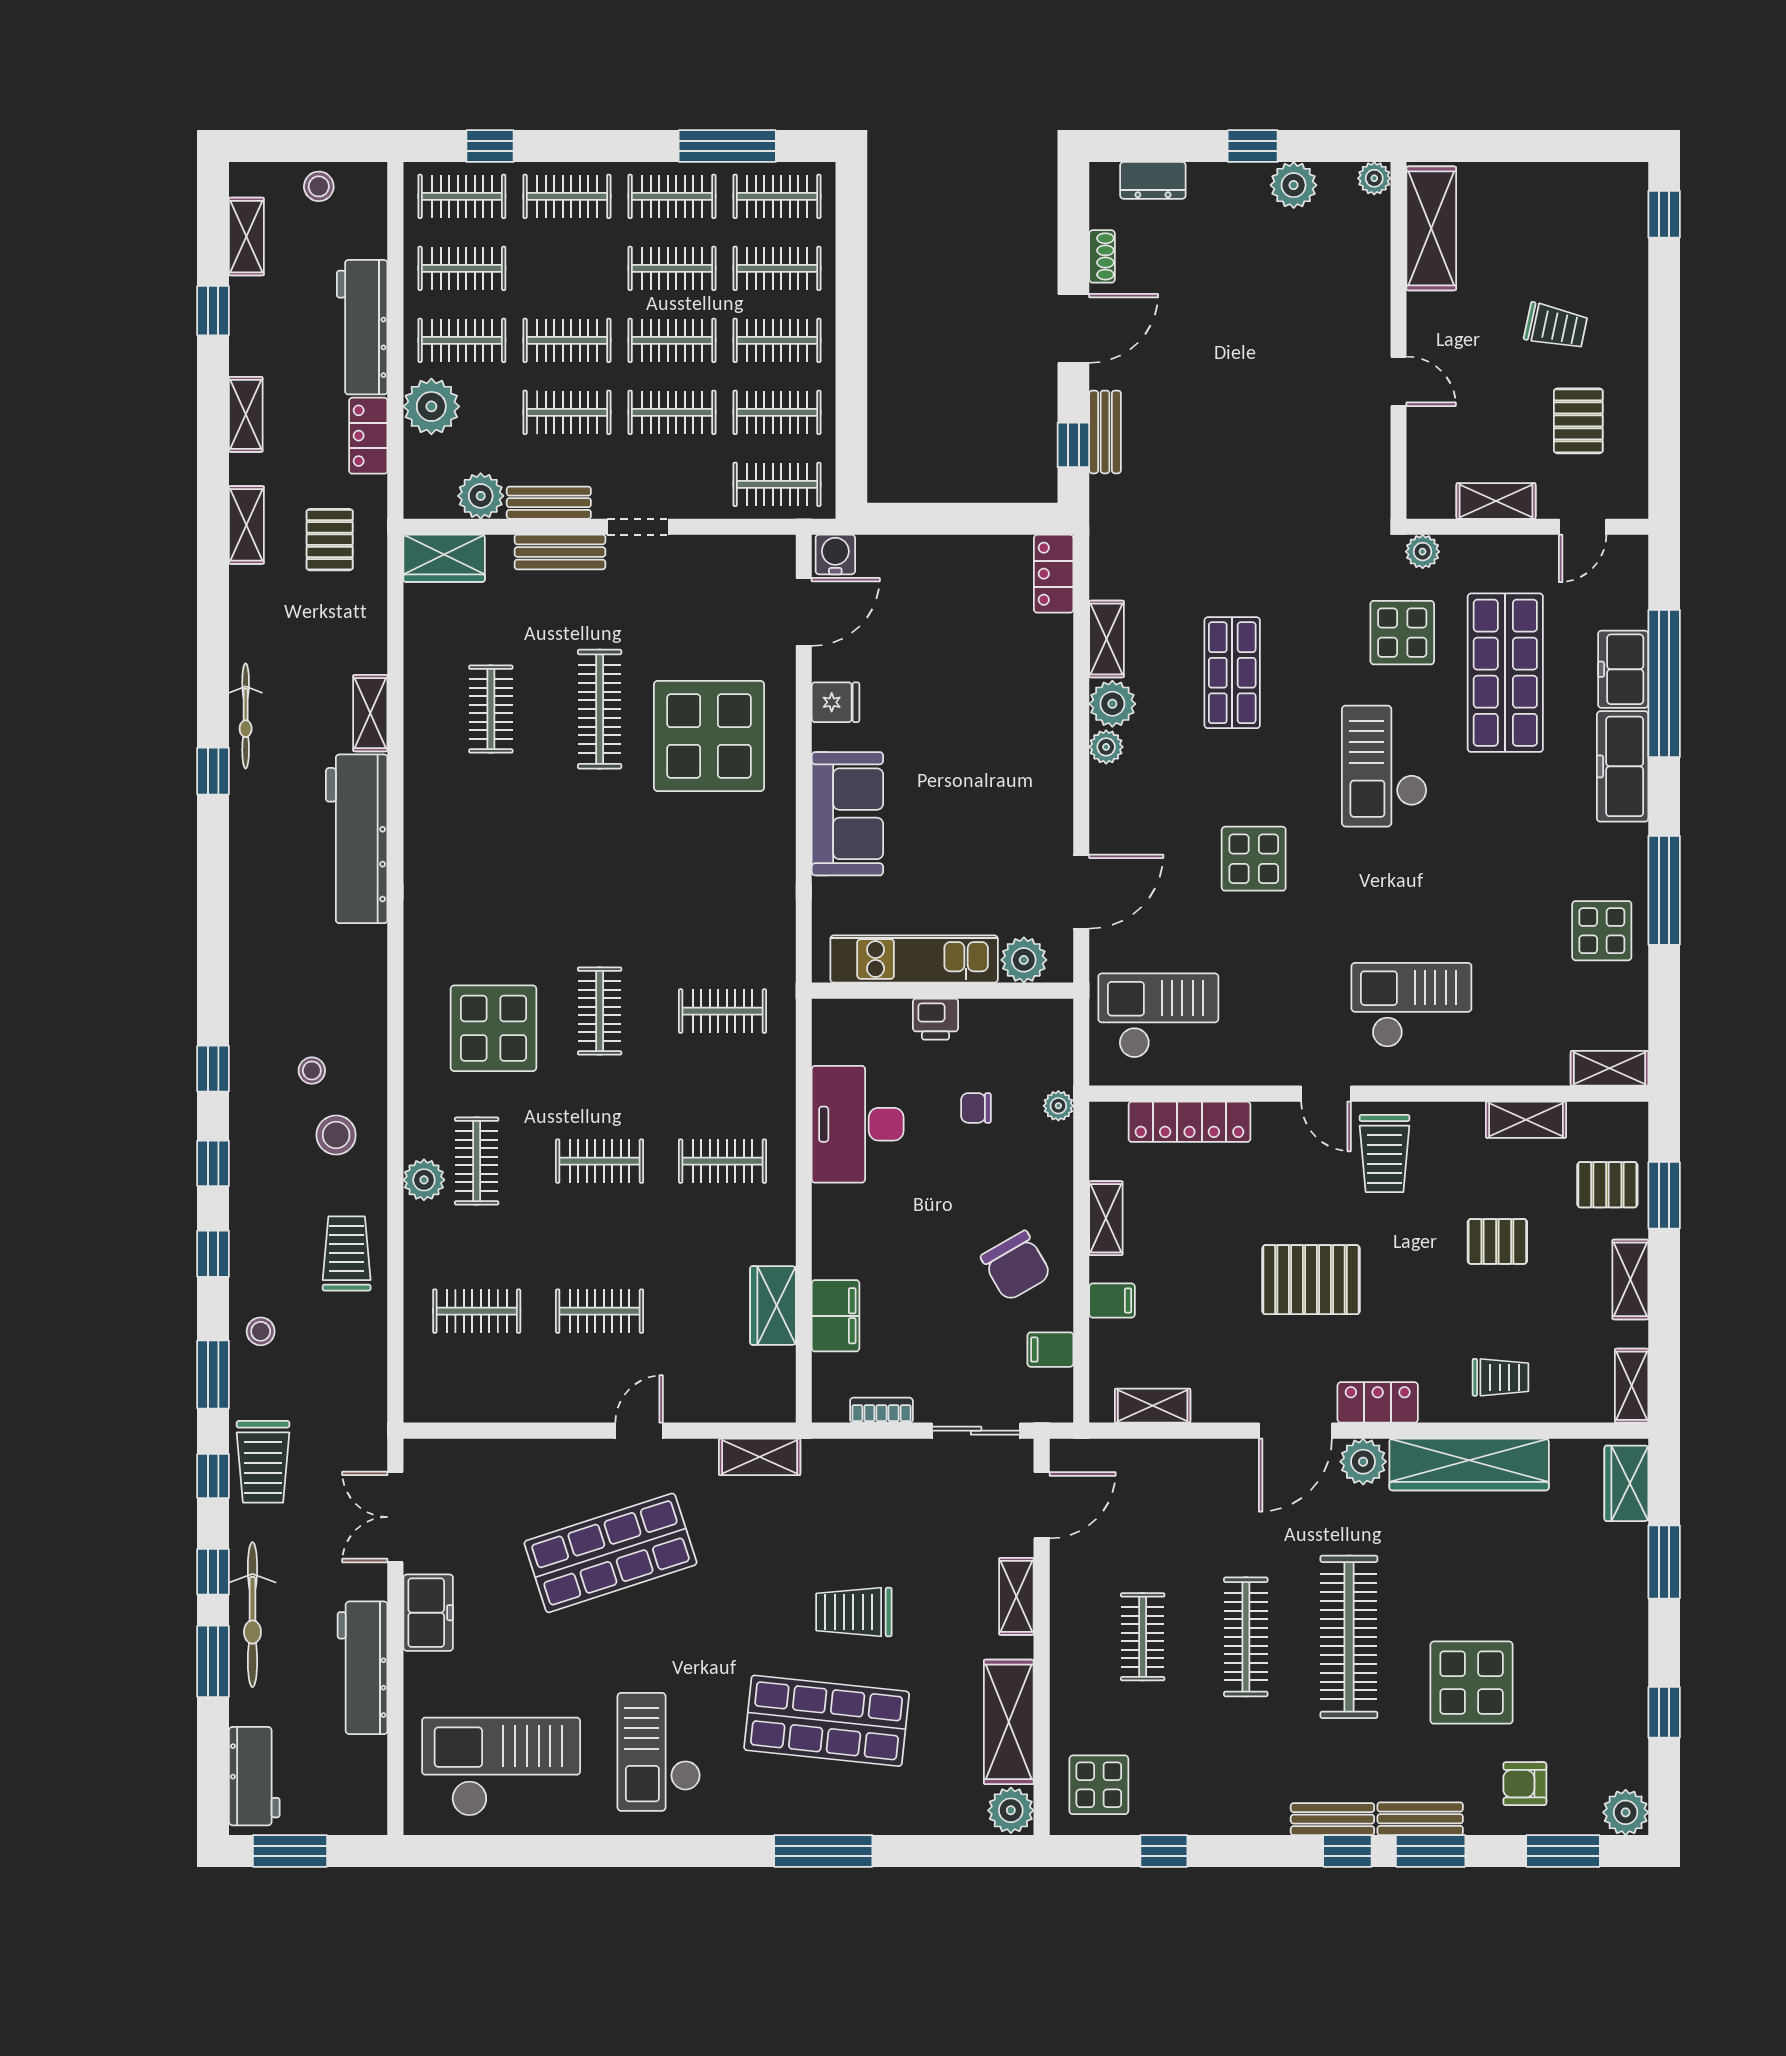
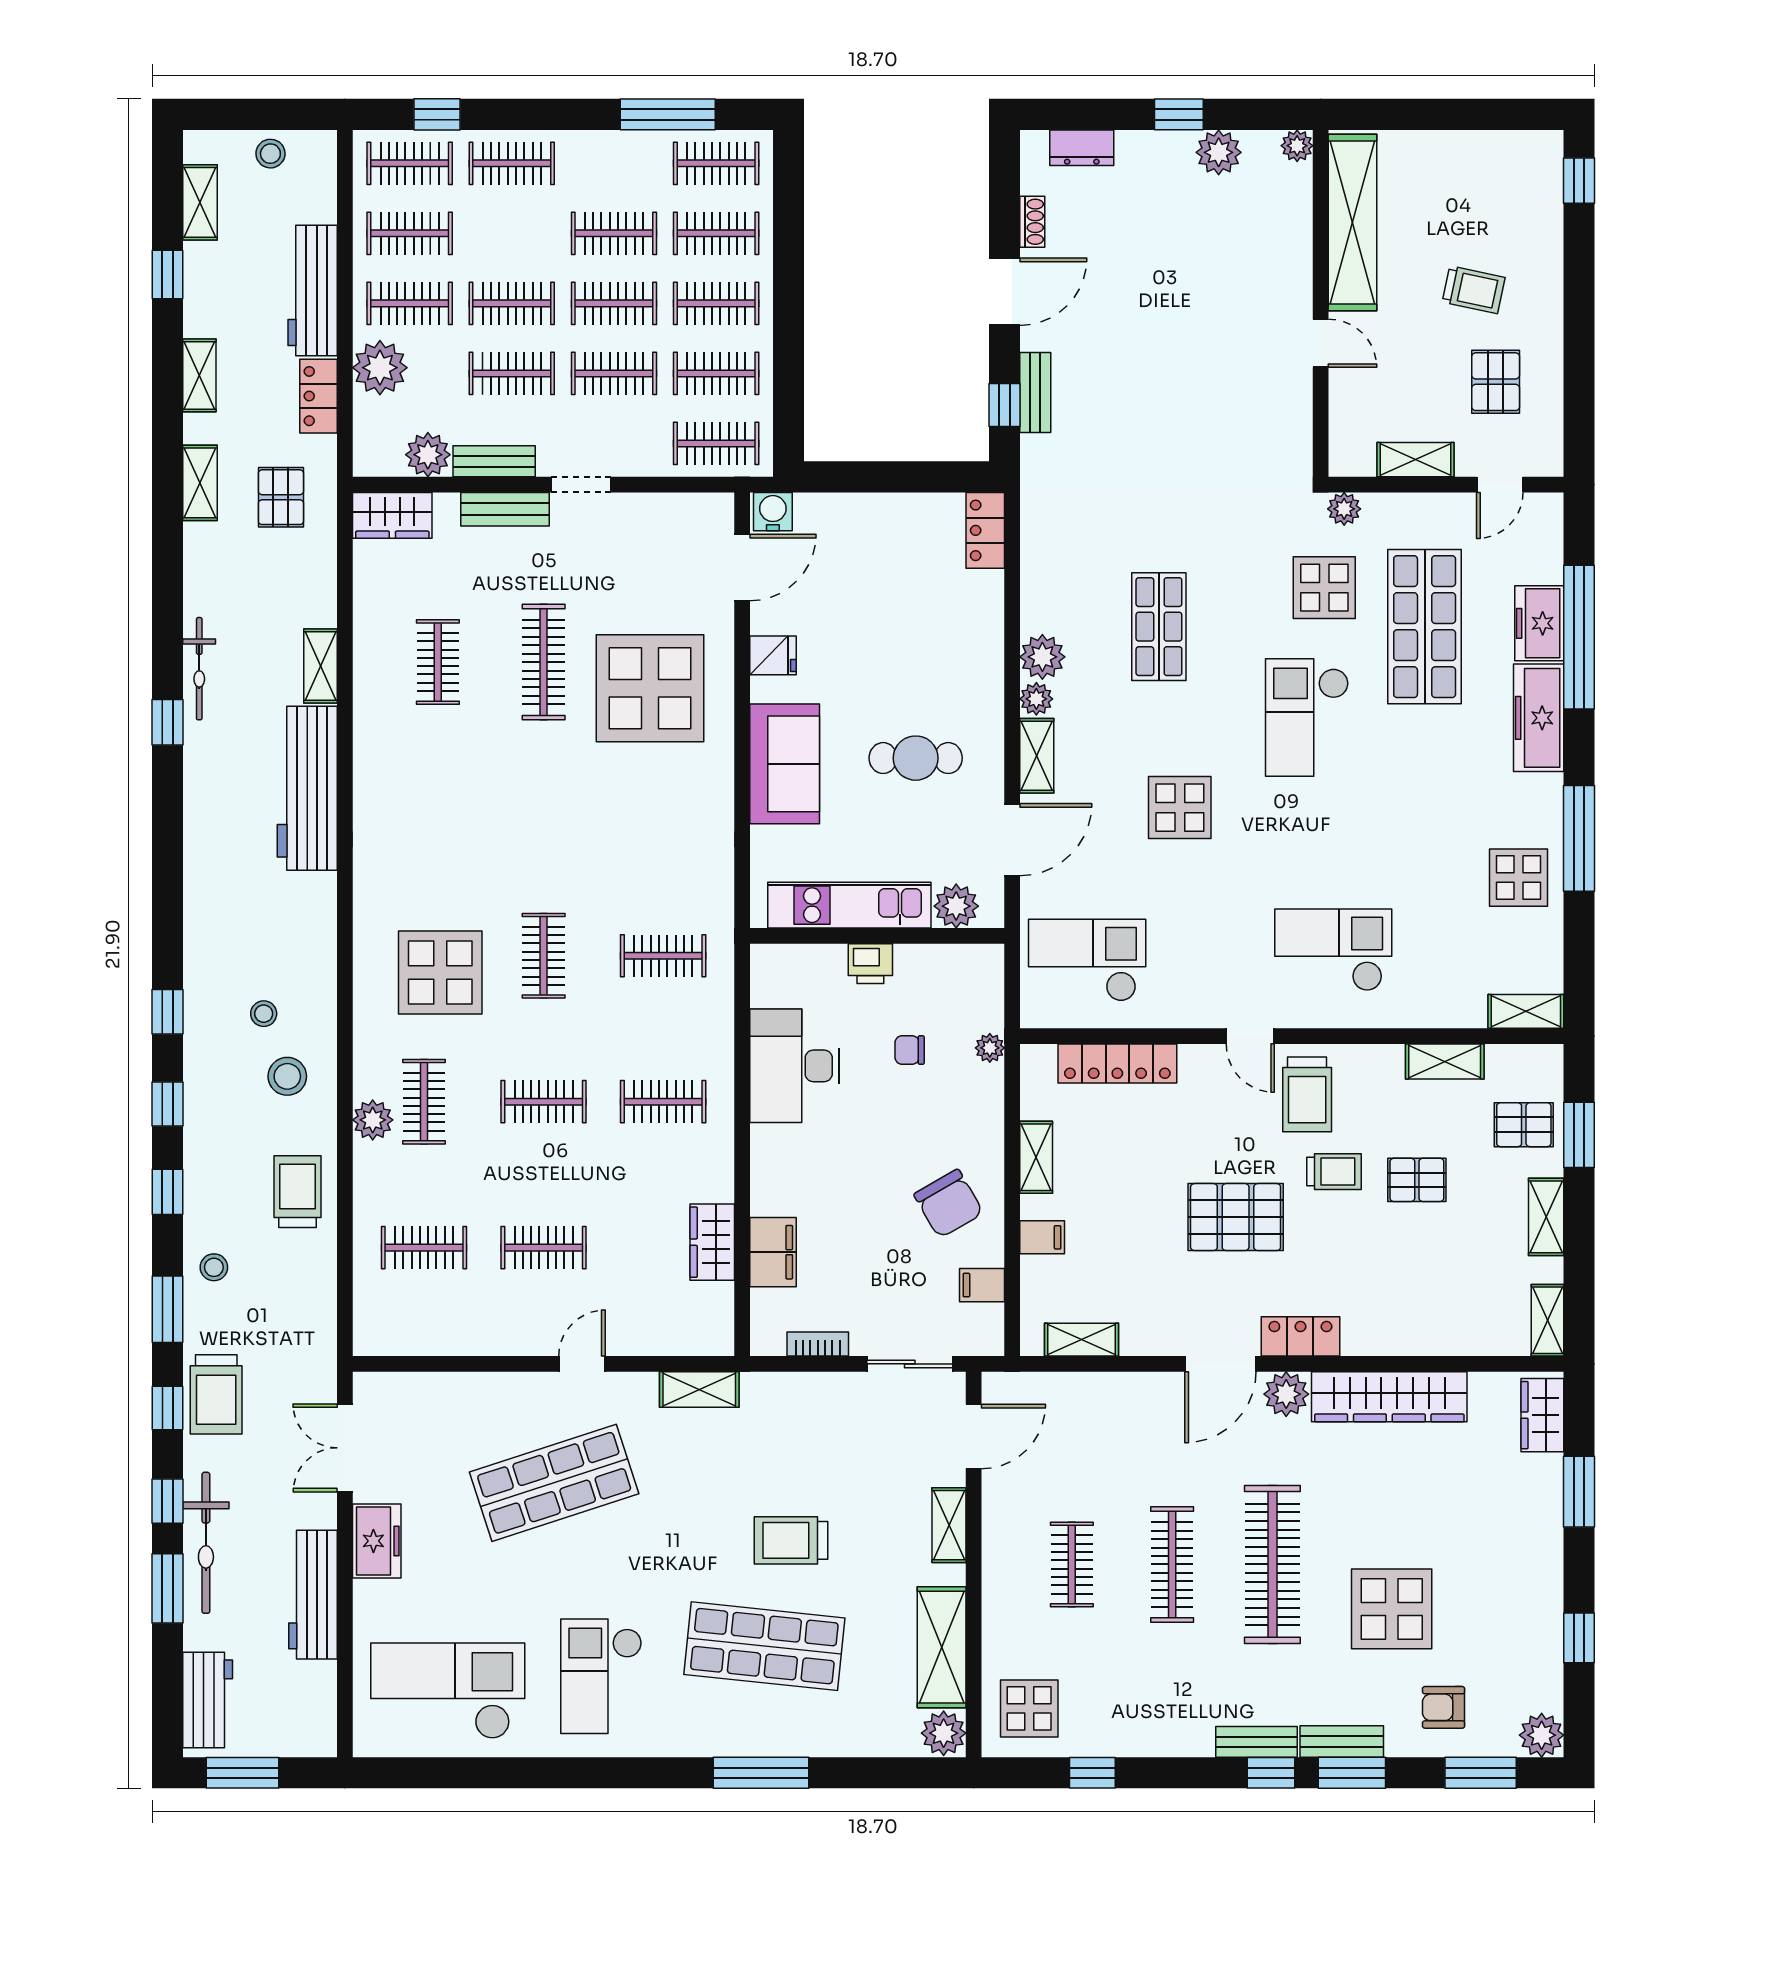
clothes rail: (672, 196) -> (614, 163), removed
shelving: (1431, 228) -> (1353, 223), width x1.47
shelving: (1107, 639) -> (1037, 756), moved
cafe table: (982, 808) -> (916, 758), added
trolley: (1501, 1377) -> (1334, 1172), moved

